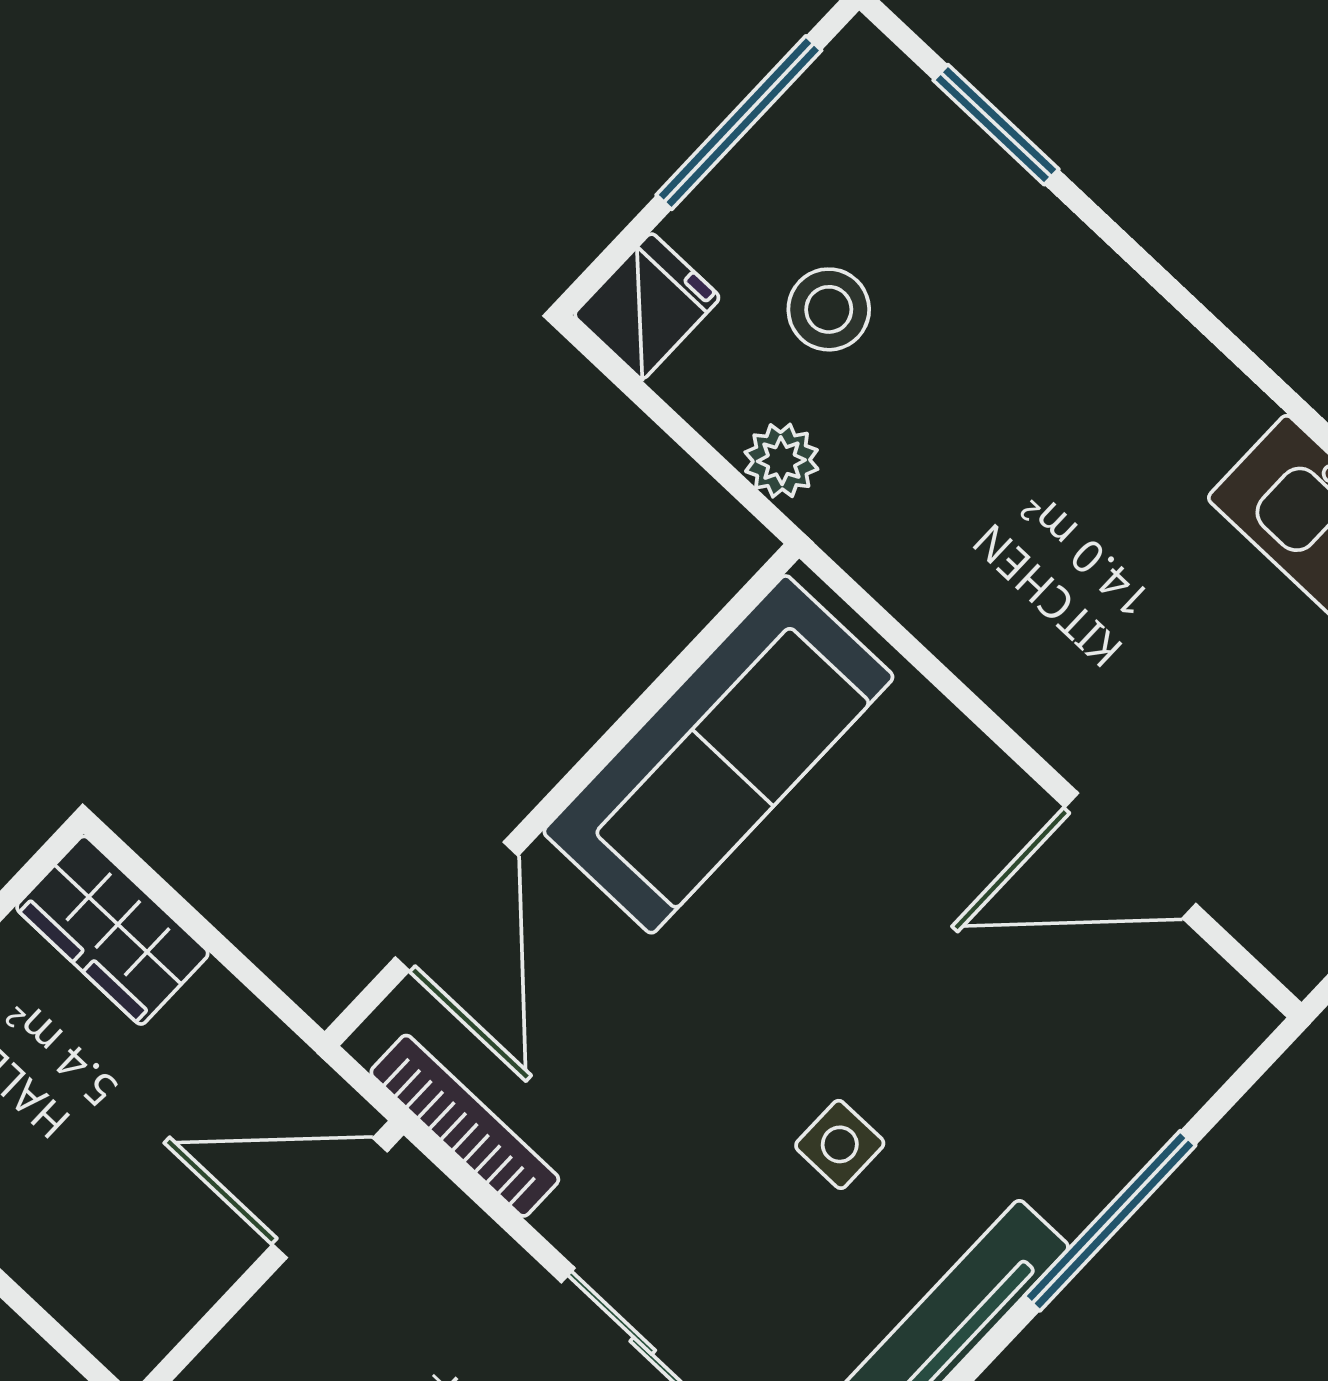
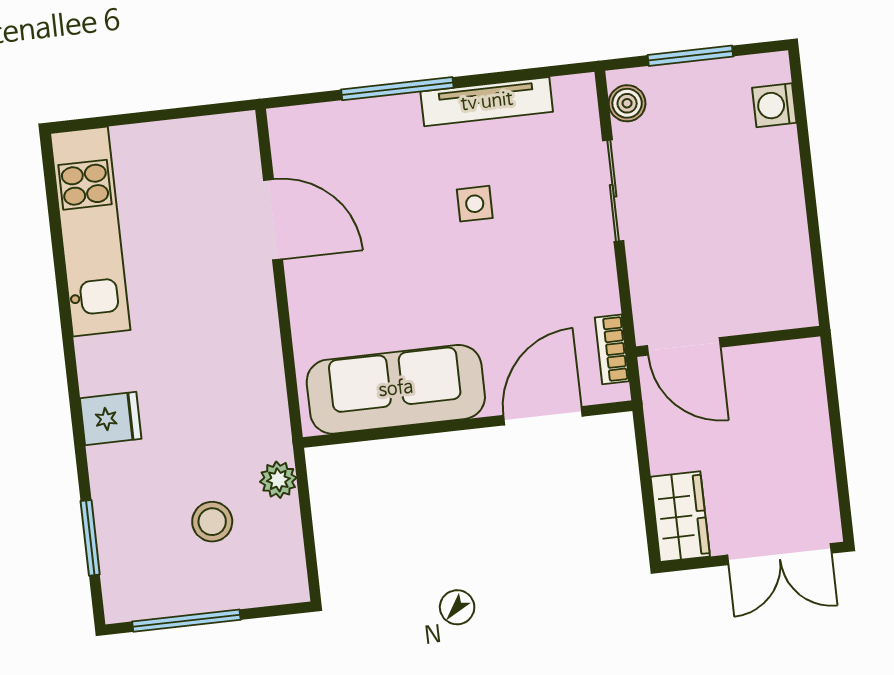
fridge: (647, 306) -> (111, 418), moved, turned 180
bookcase: (465, 1126) -> (612, 349), width x0.64

